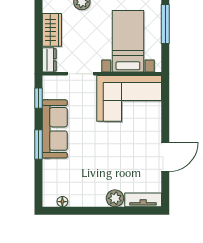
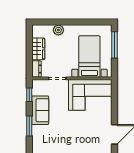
sofa: (55, 129) -> (40, 110), width x0.73

